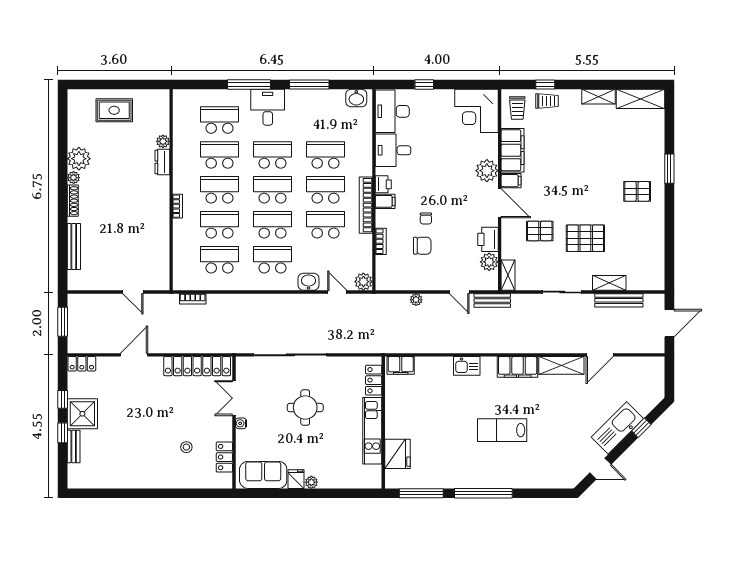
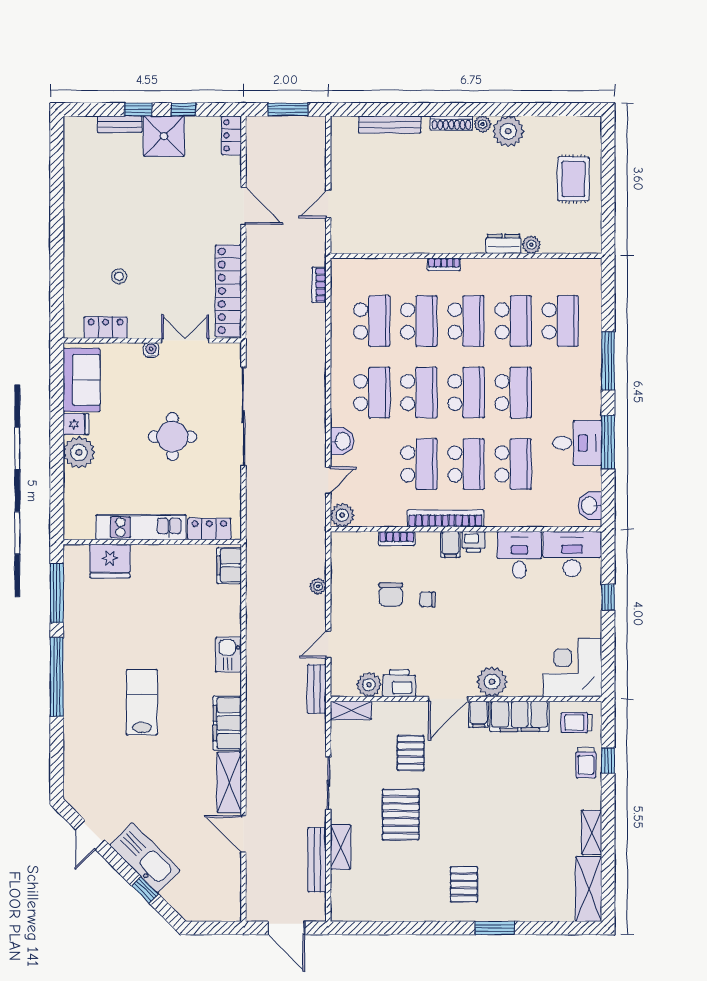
desk: (268, 107) -> (577, 443), moved
plant: (311, 482) -> (79, 452), width x1.88, depth x1.88

